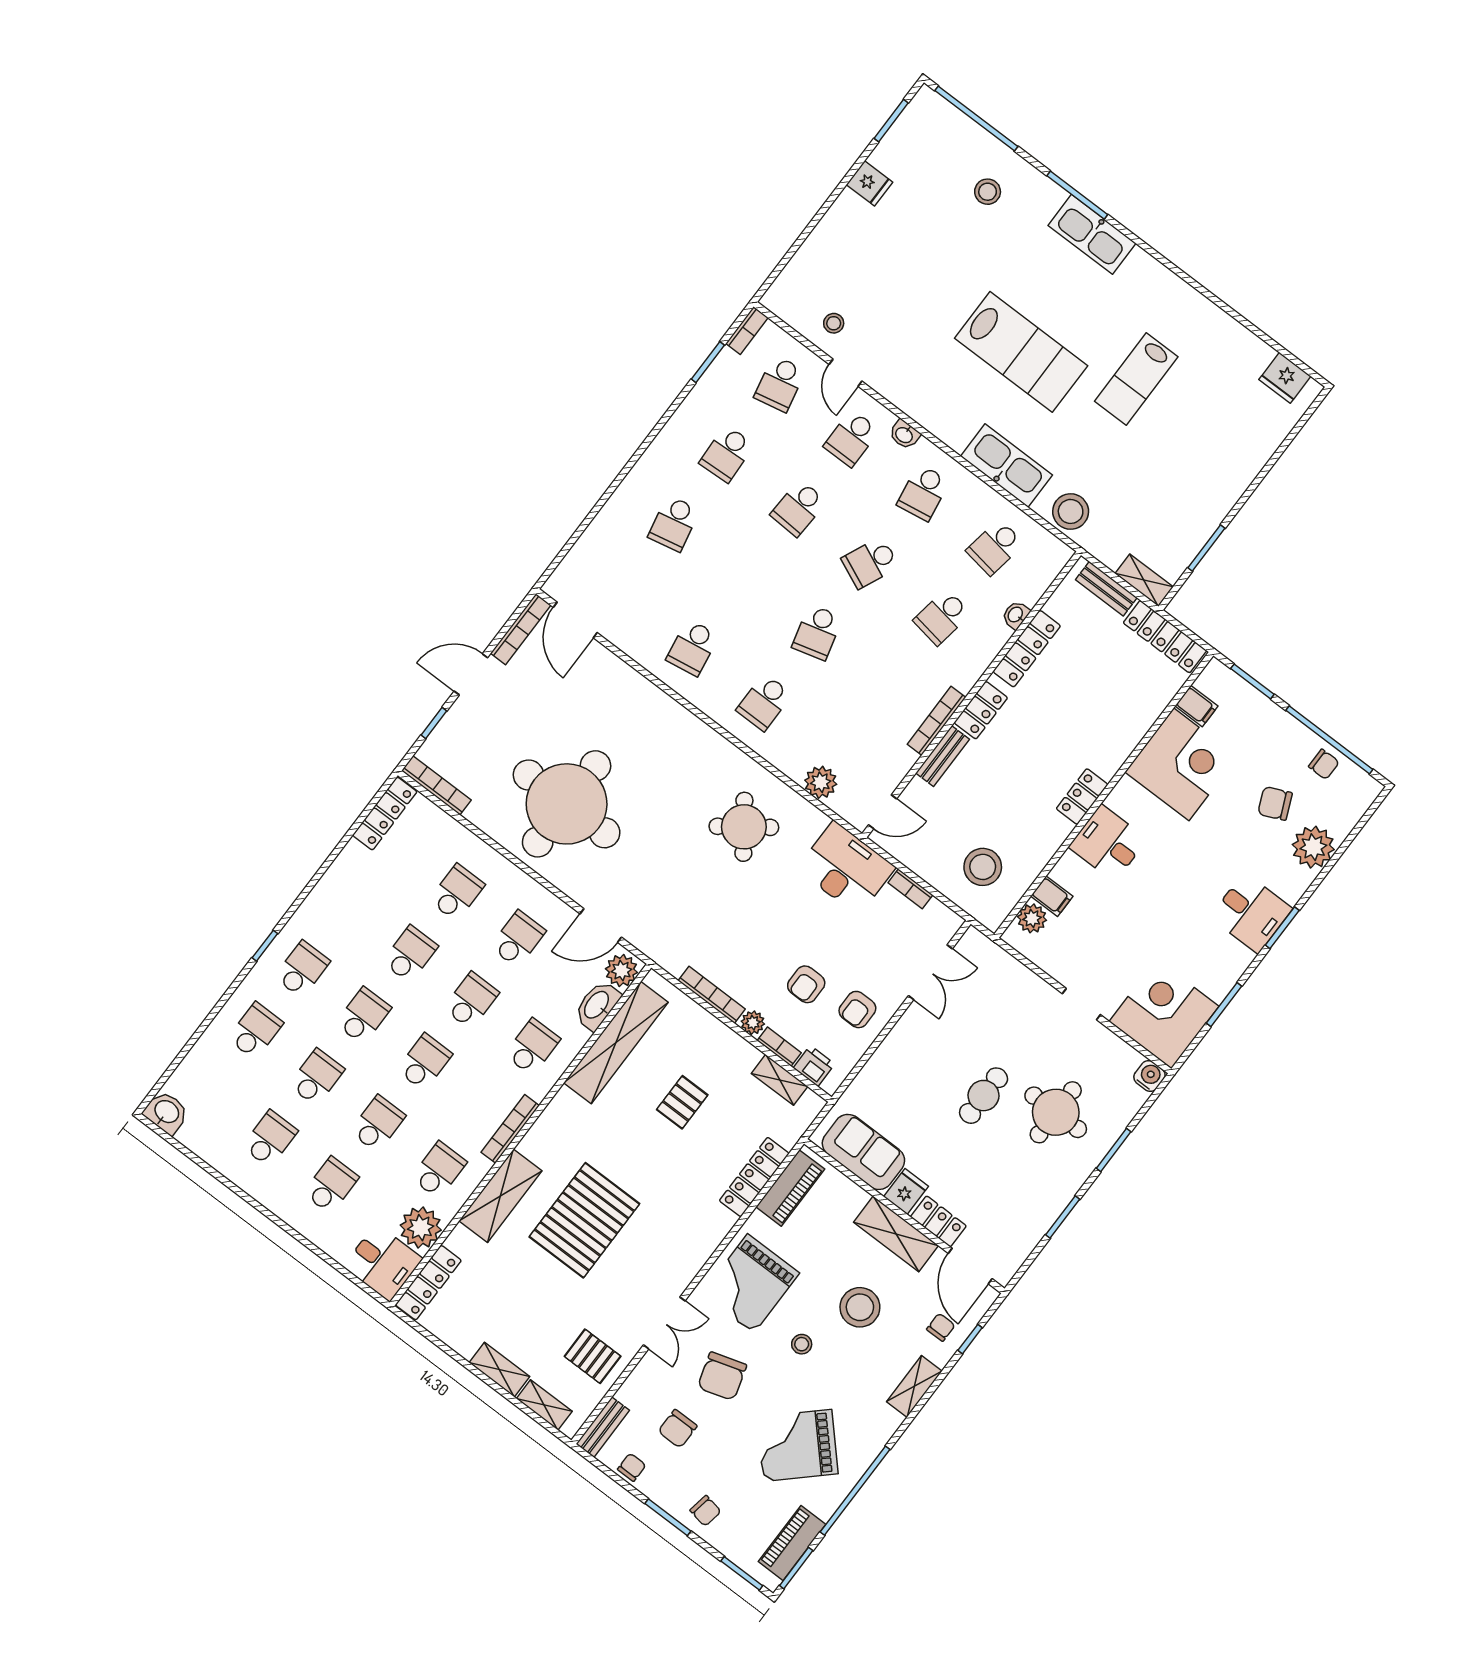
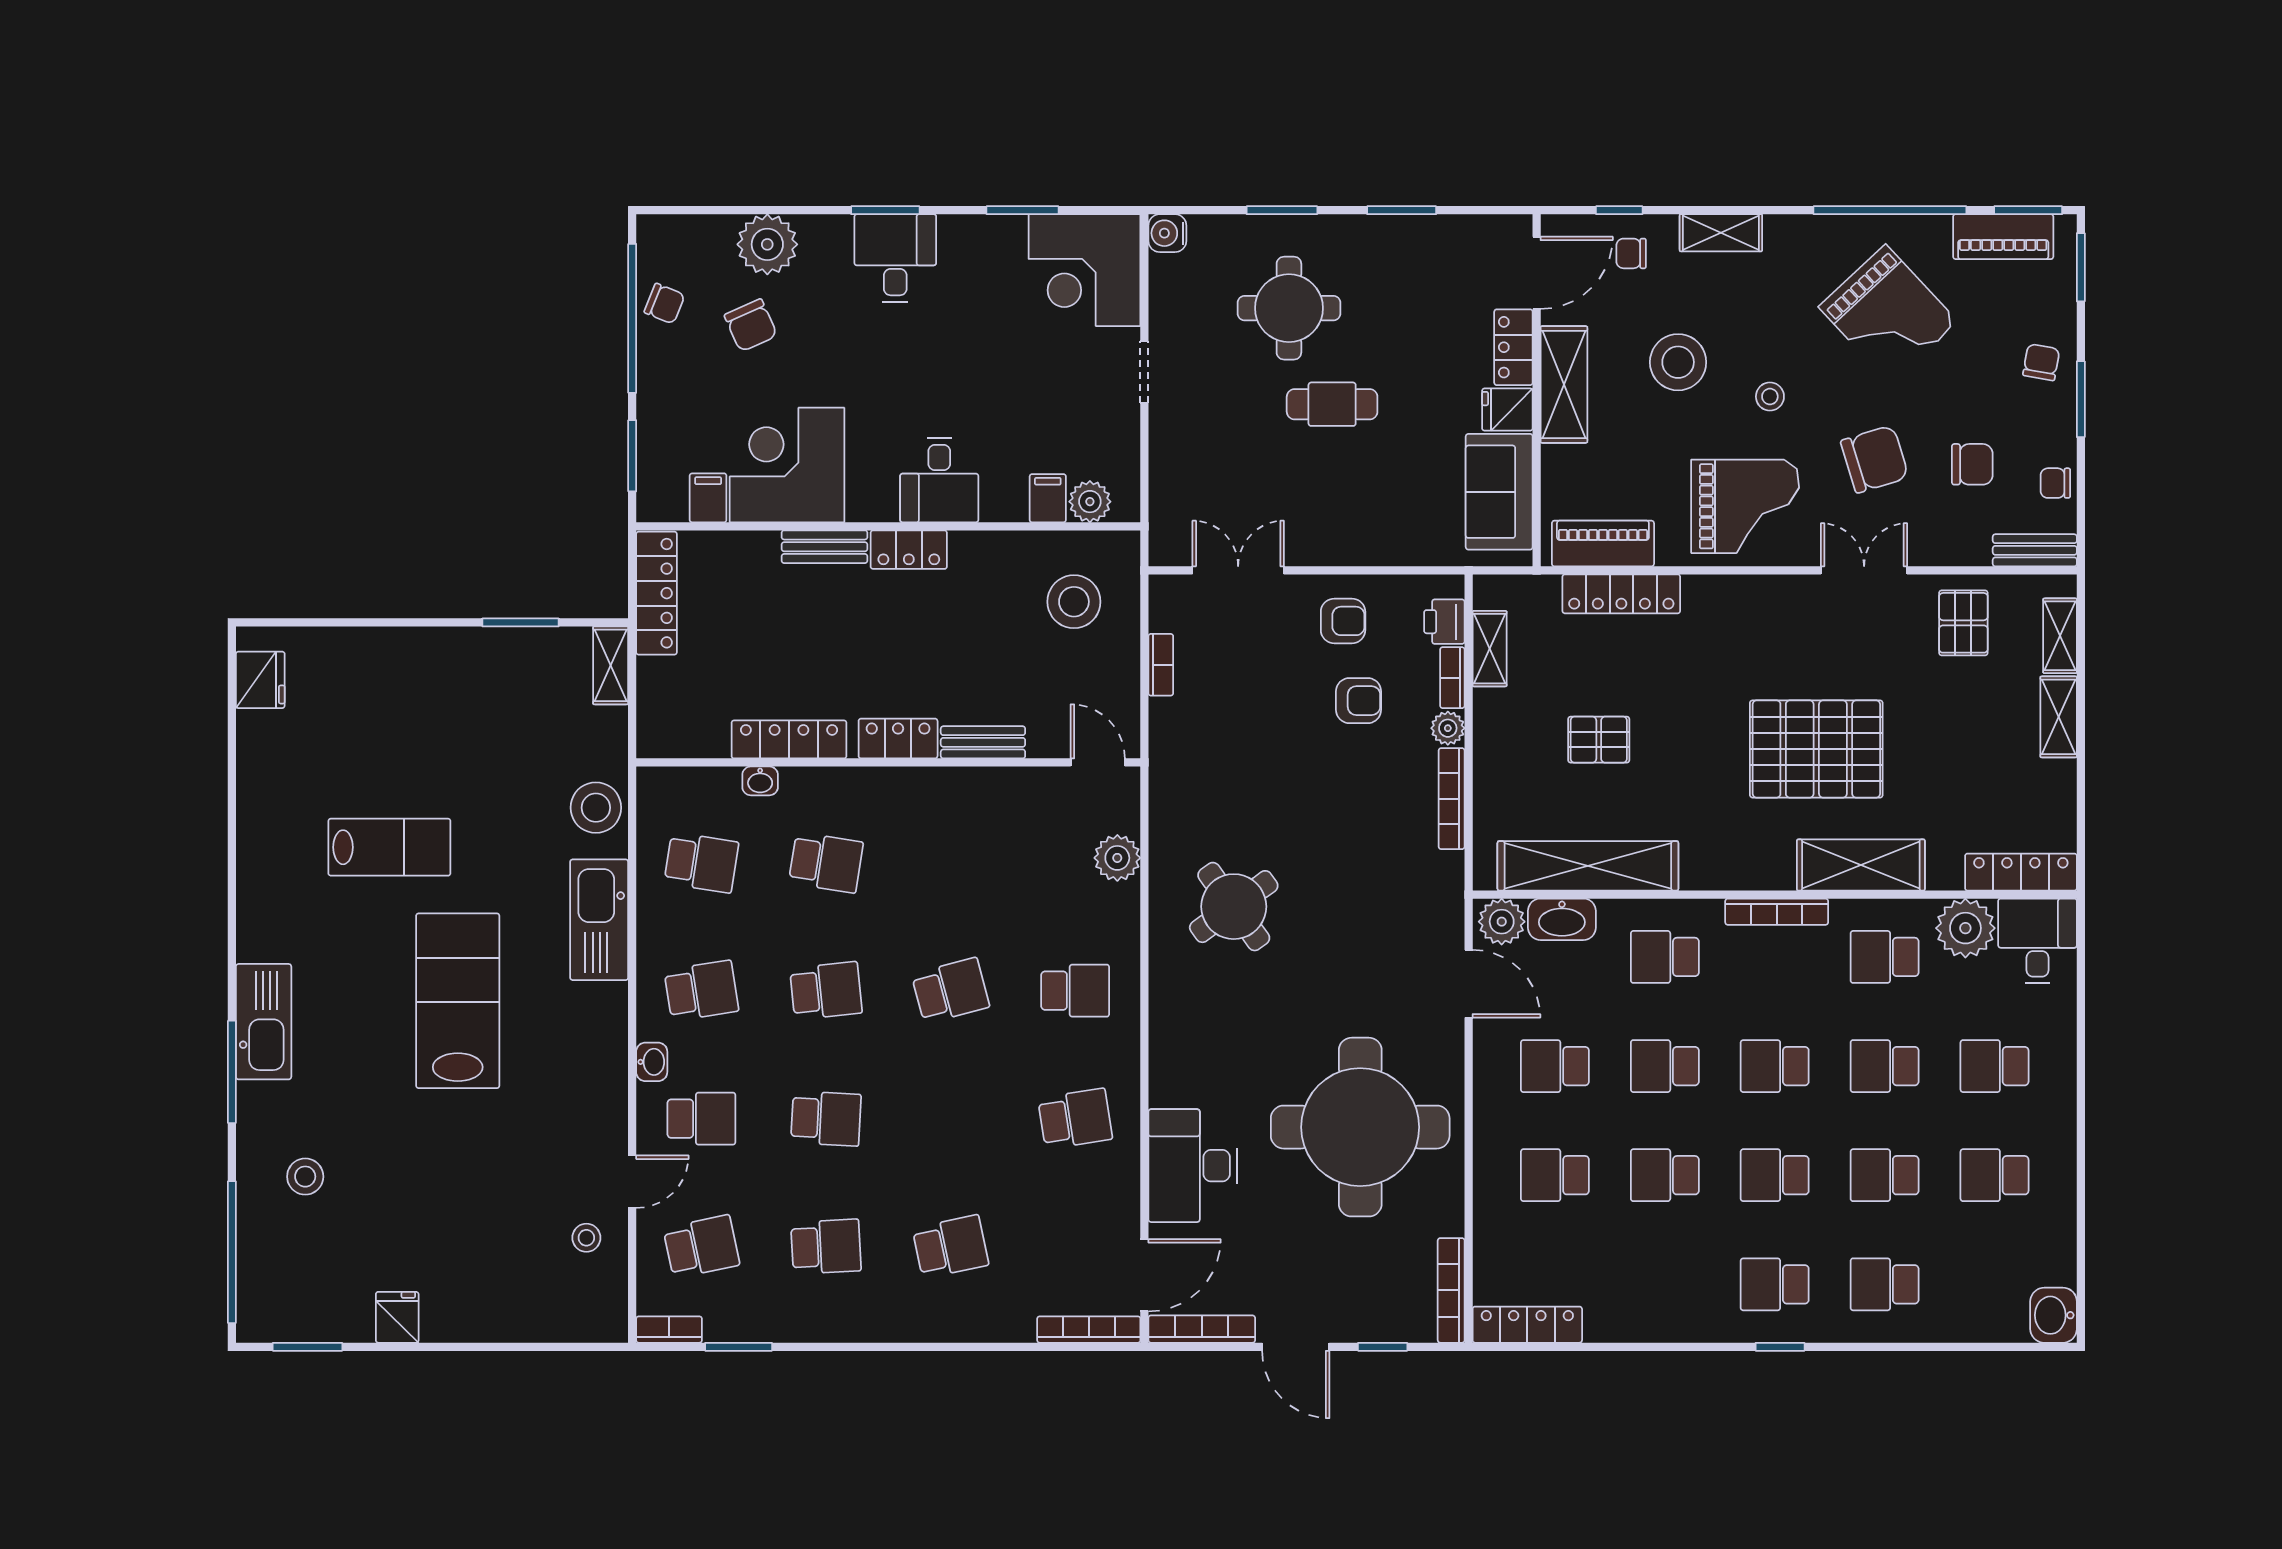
school desk: (870, 563) -> (826, 991), turned -30
bench: (1106, 589) -> (824, 547), moved, turned 90
bookcase: (936, 721) -> (1089, 1330), moved, turned 180
chair: (1324, 764) -> (664, 304), turned 112
desk: (846, 868) -> (1193, 1166), moved

